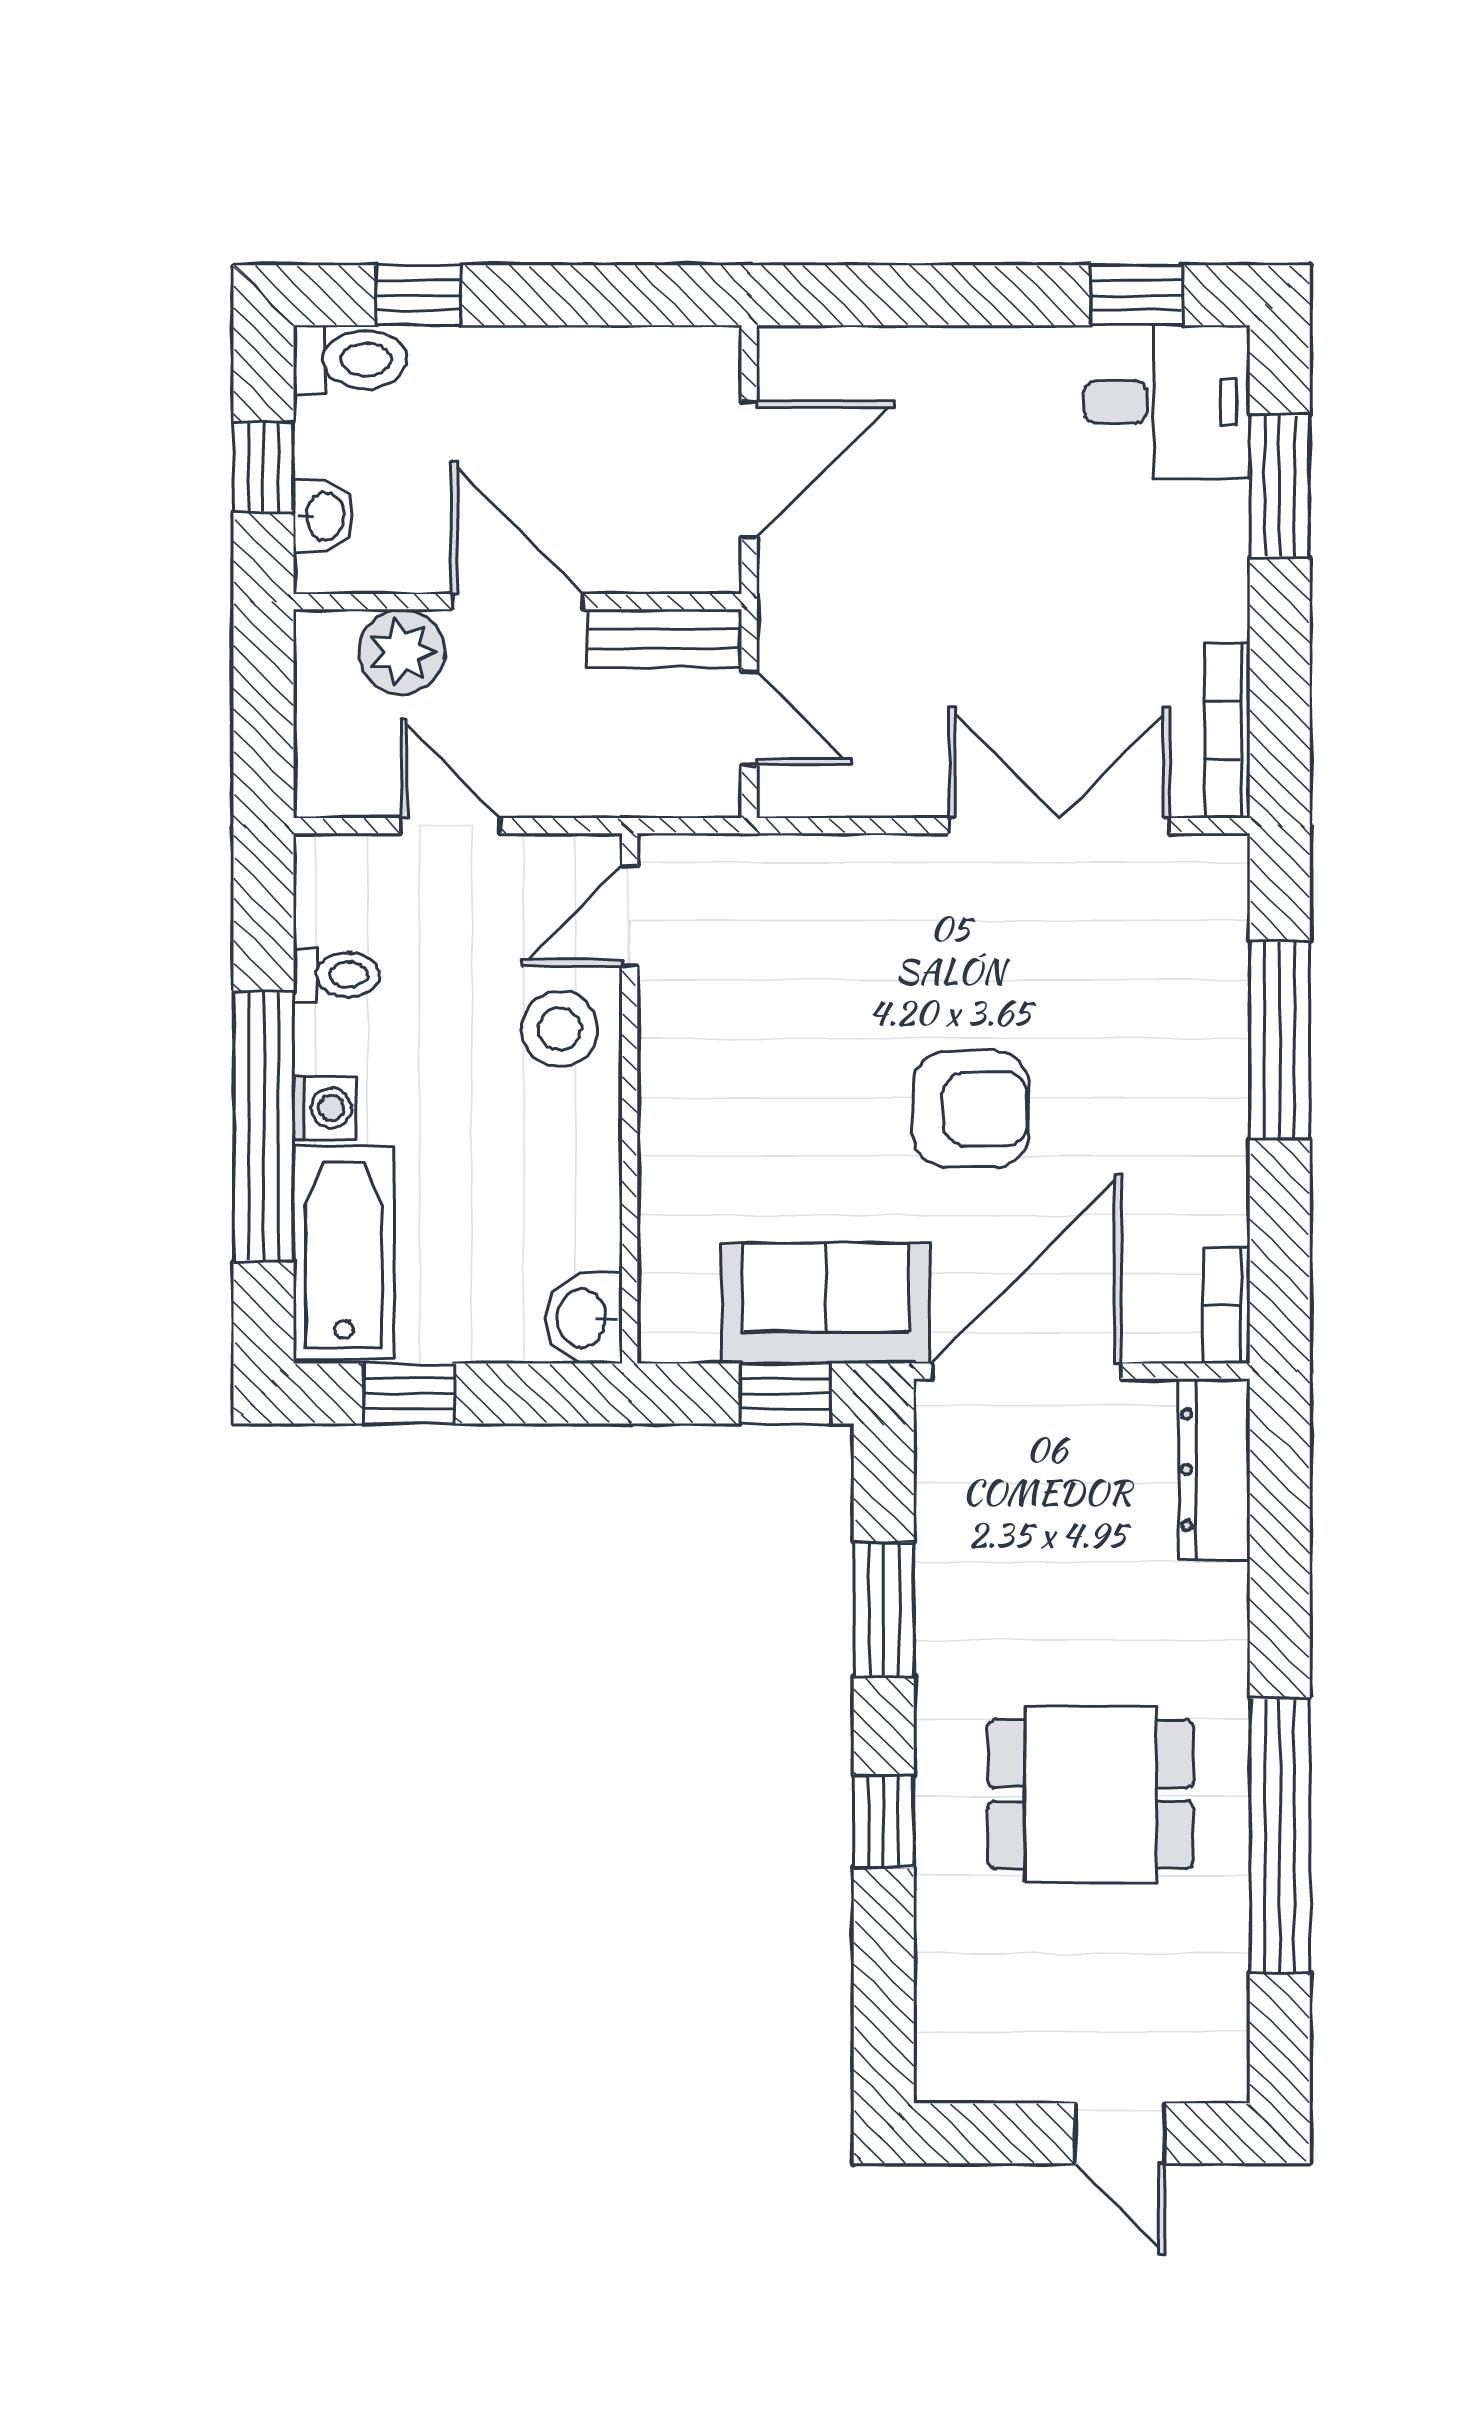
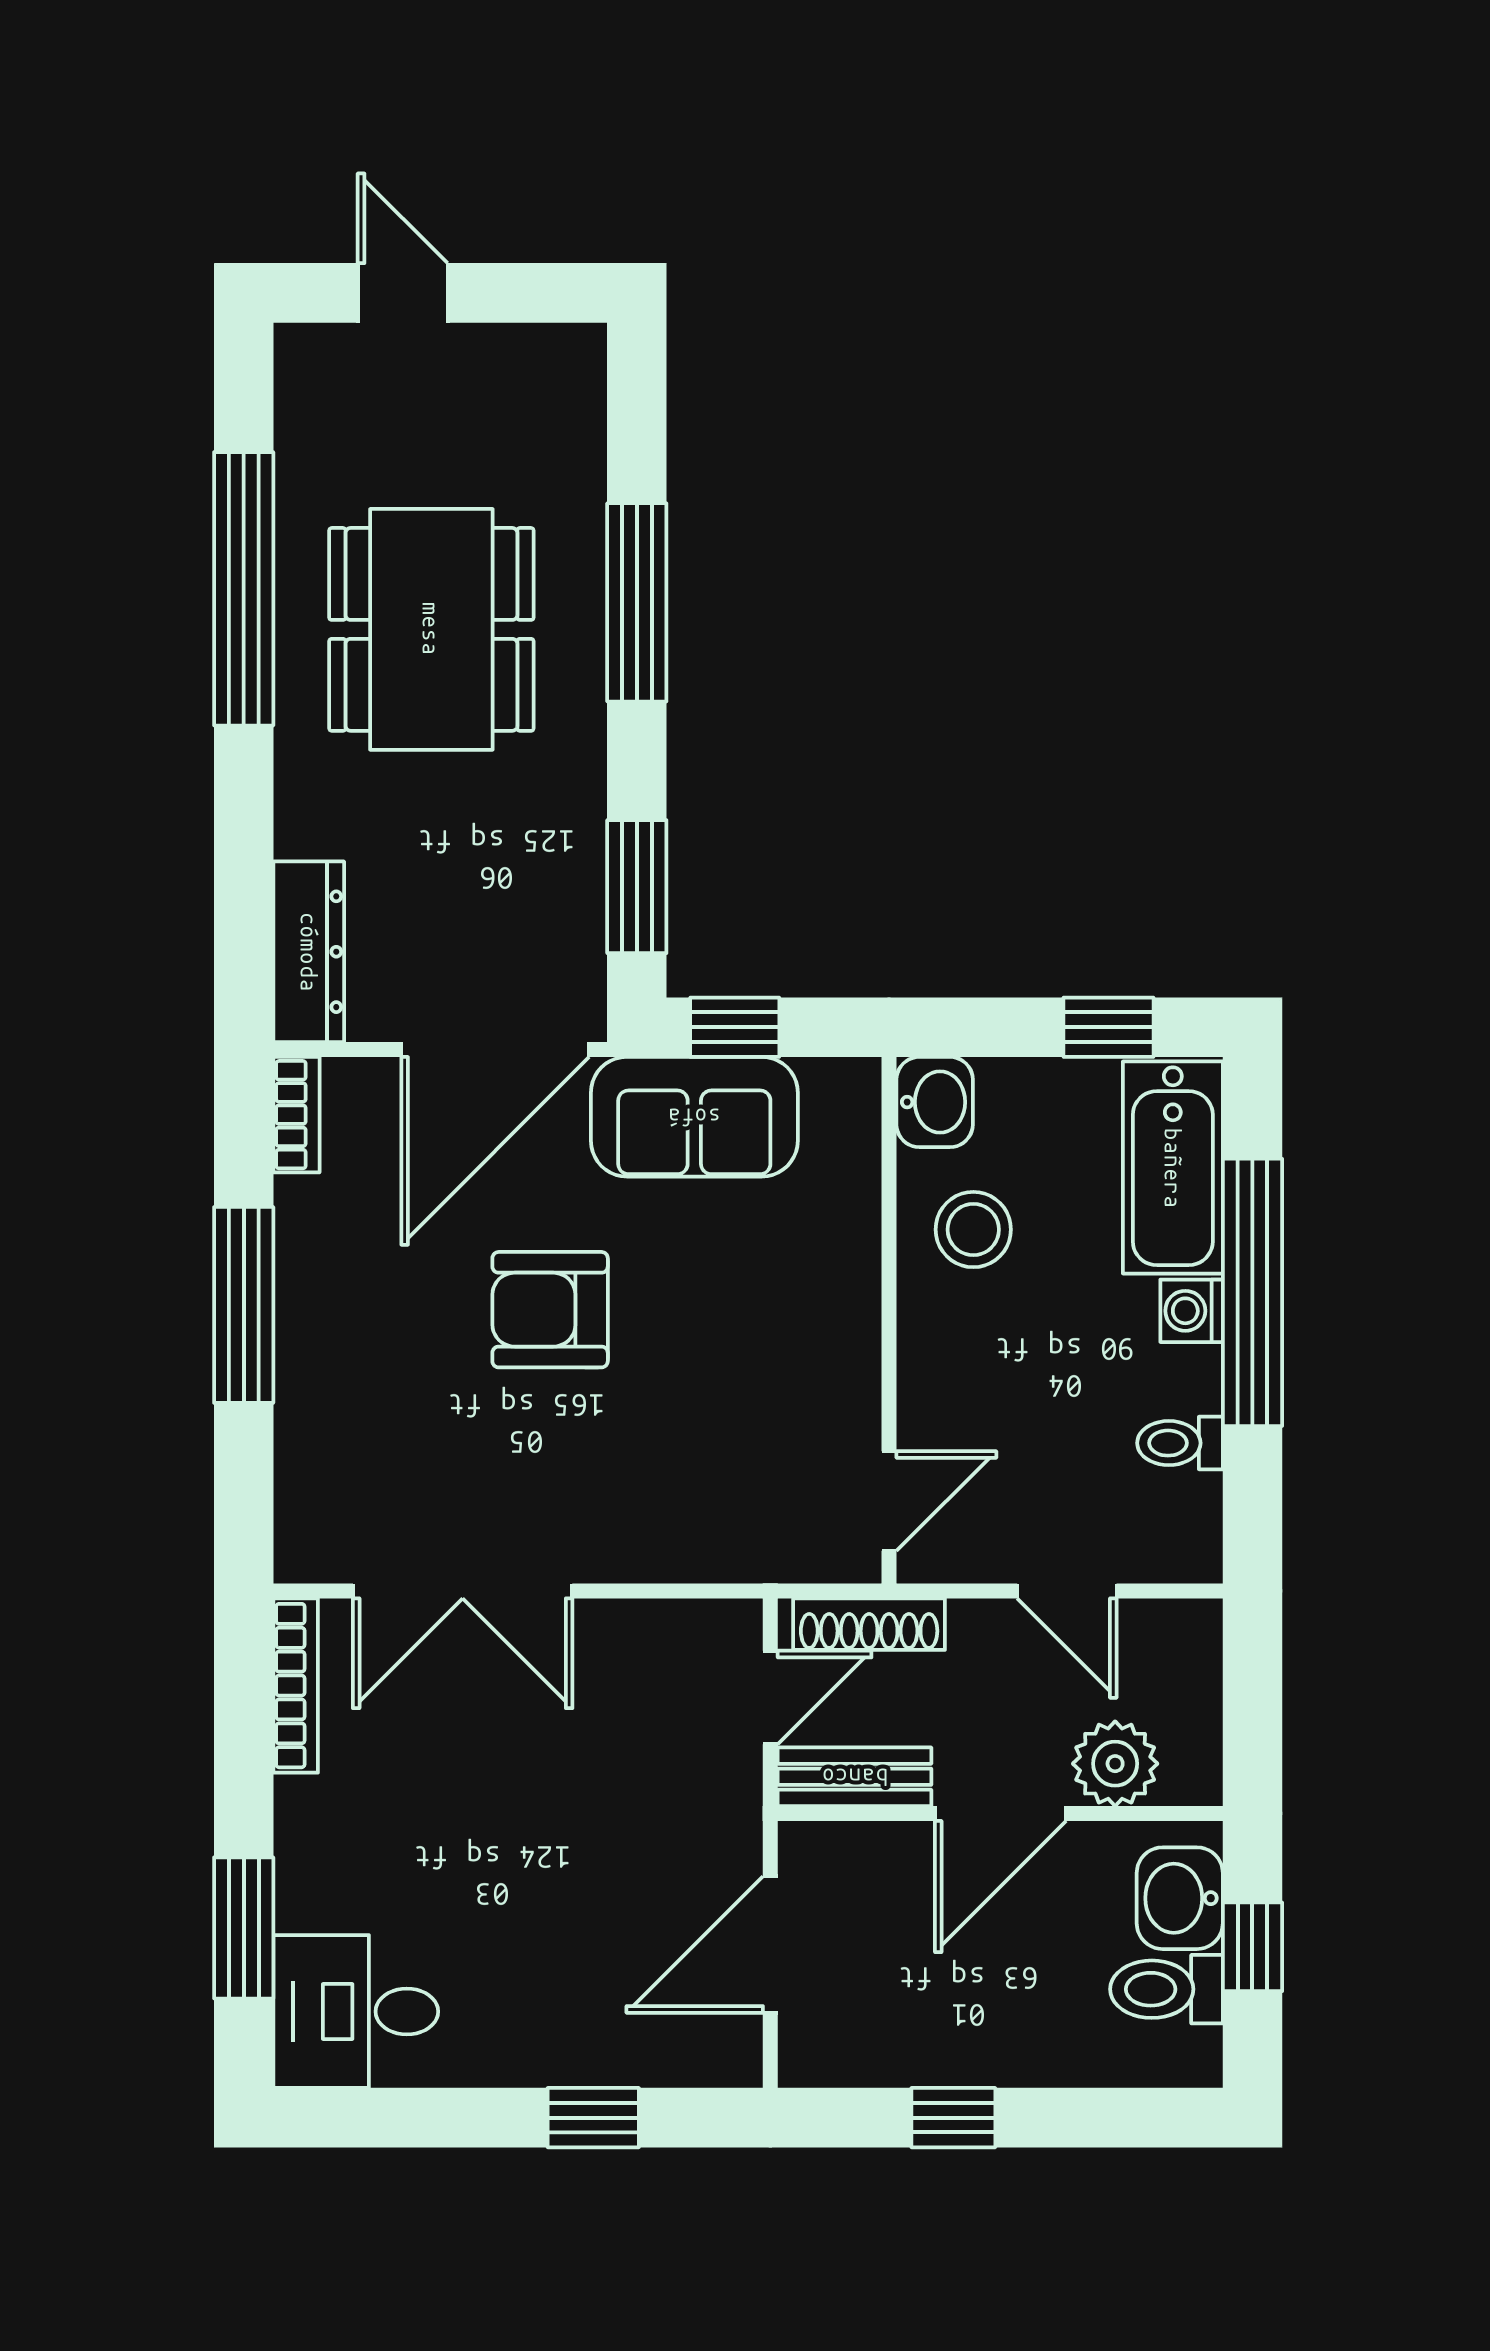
window: (419, 295) -> (953, 2118), moved
window: (1136, 295) -> (593, 2118), moved
toilet: (350, 360) -> (1166, 1989), moved
washbasin: (323, 516) -> (1180, 1898), width x1.38, depth x1.45
door: (517, 602) -> (1001, 1813), hinge flipped
door: (749, 718) -> (770, 1698), swing flipped
shoe rack: (650, 792) -> (869, 1624), added
stool: (560, 1029) -> (973, 1230), moved
window: (1280, 1040) -> (244, 1305), moved
window: (884, 1609) -> (637, 887), moved
dining table: (1091, 1794) -> (431, 629), width x1.38
window: (884, 1822) -> (637, 602), width x2.17

